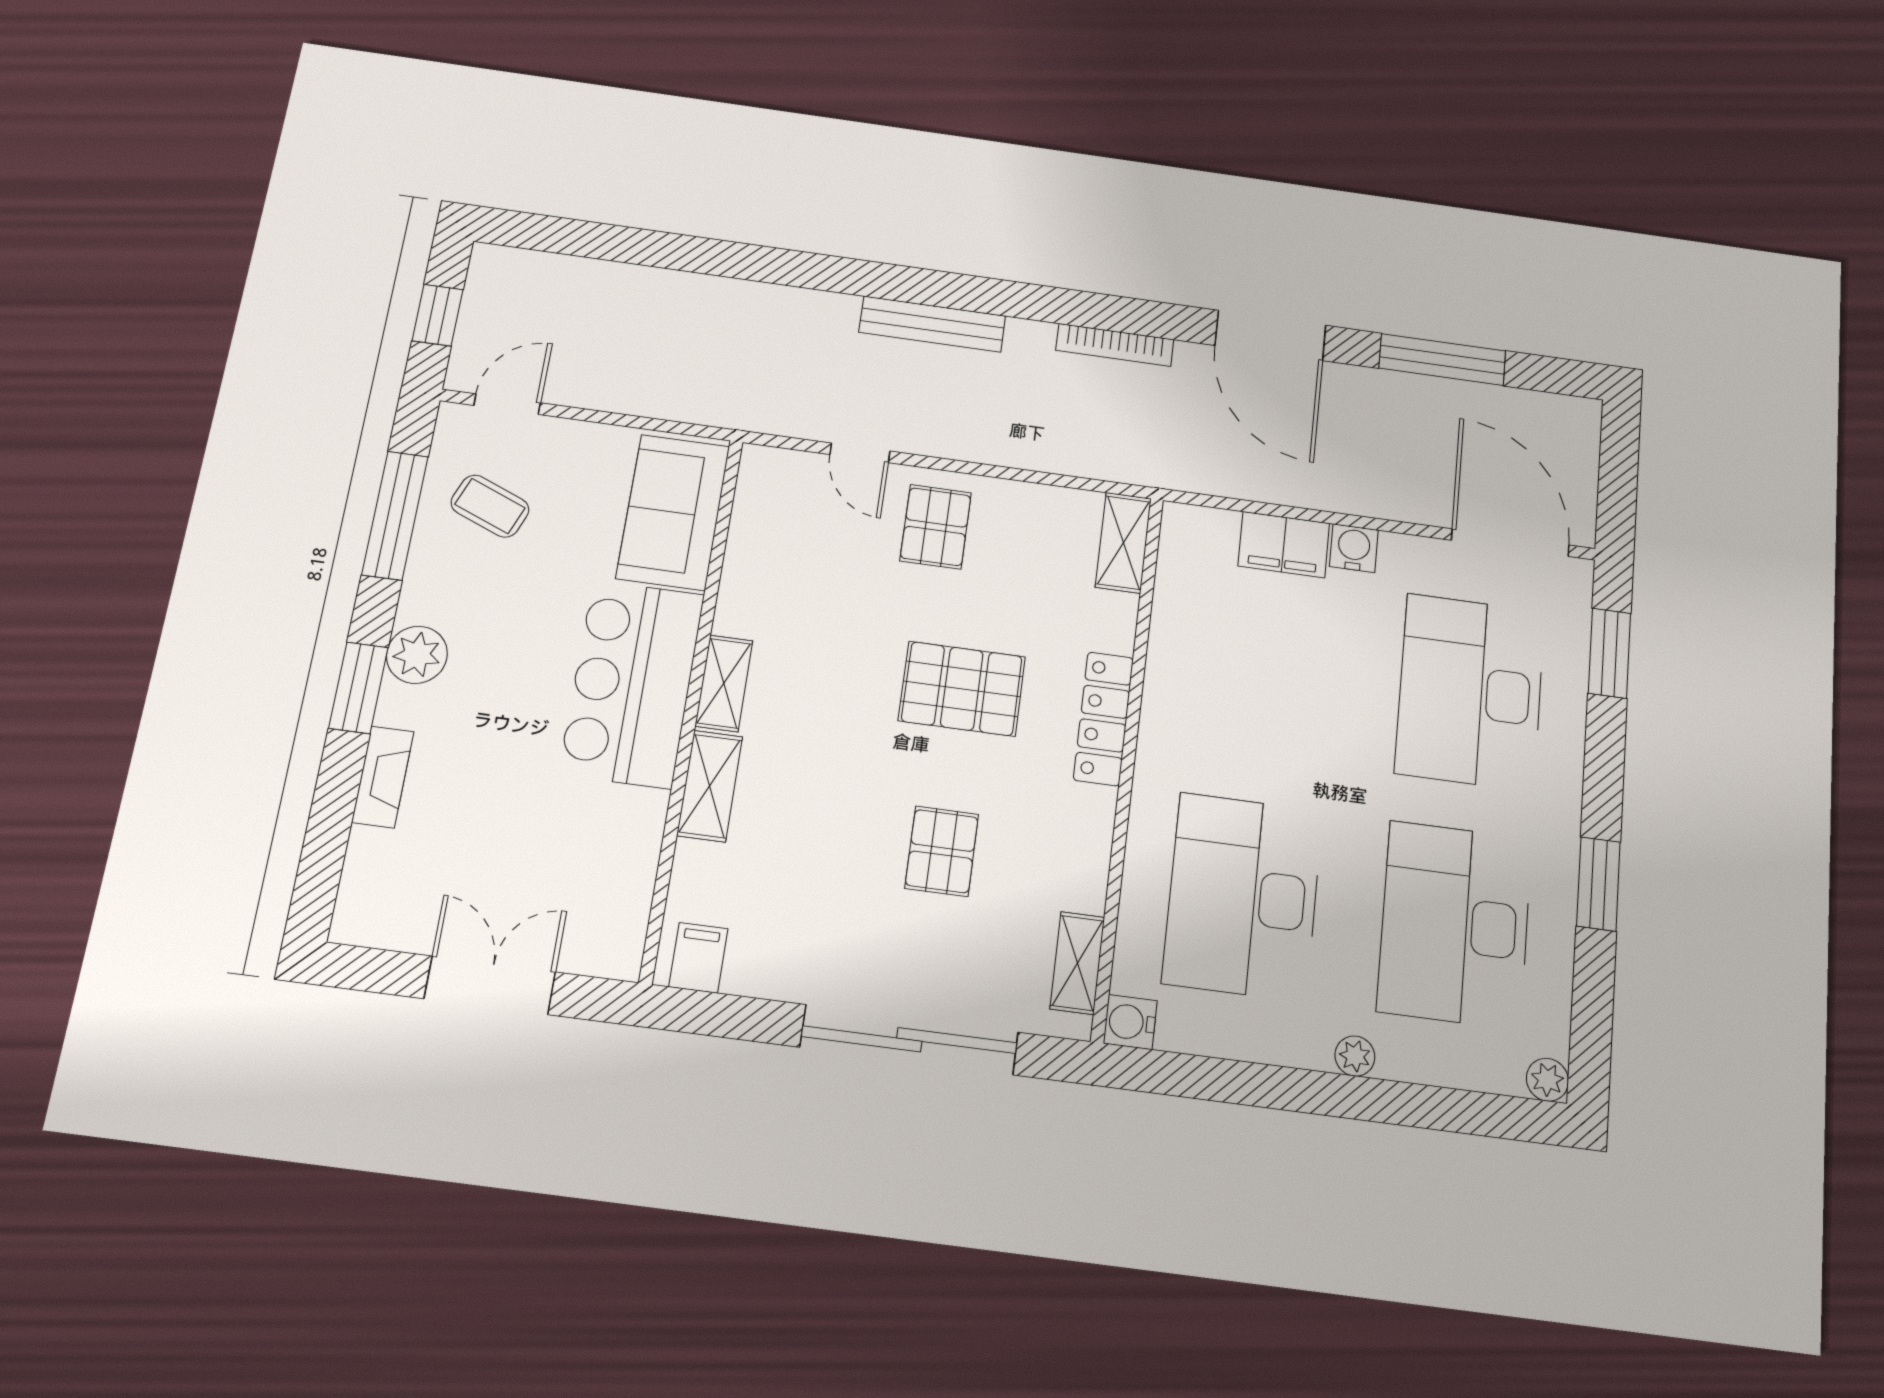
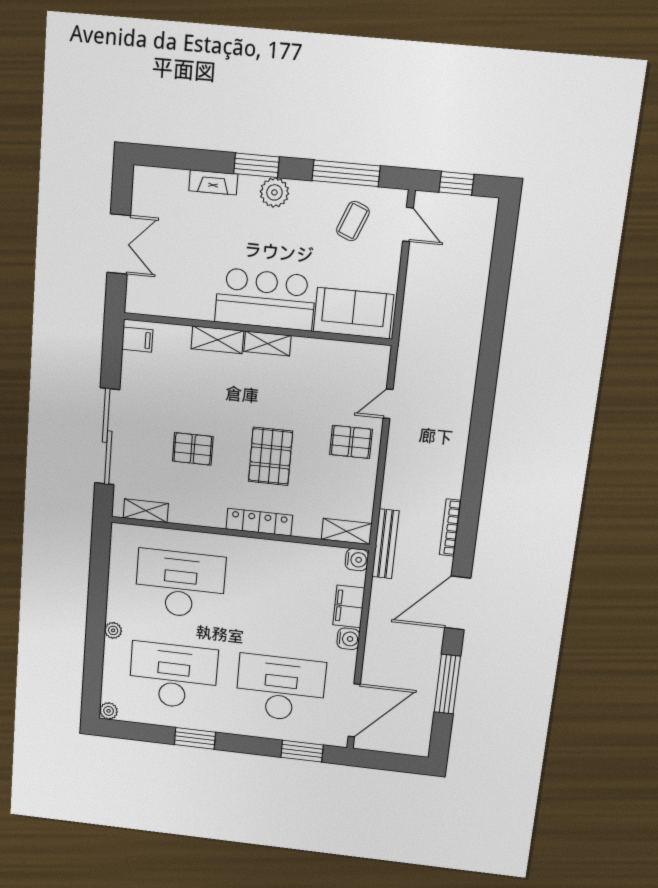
bench: (932, 324) -> (385, 544), moved
water cooler: (1130, 1022) -> (357, 560), moved, turned 90

